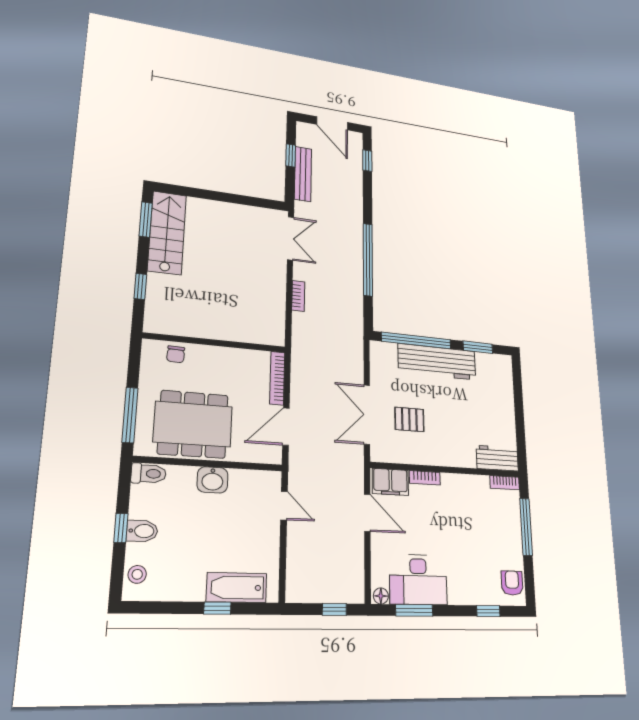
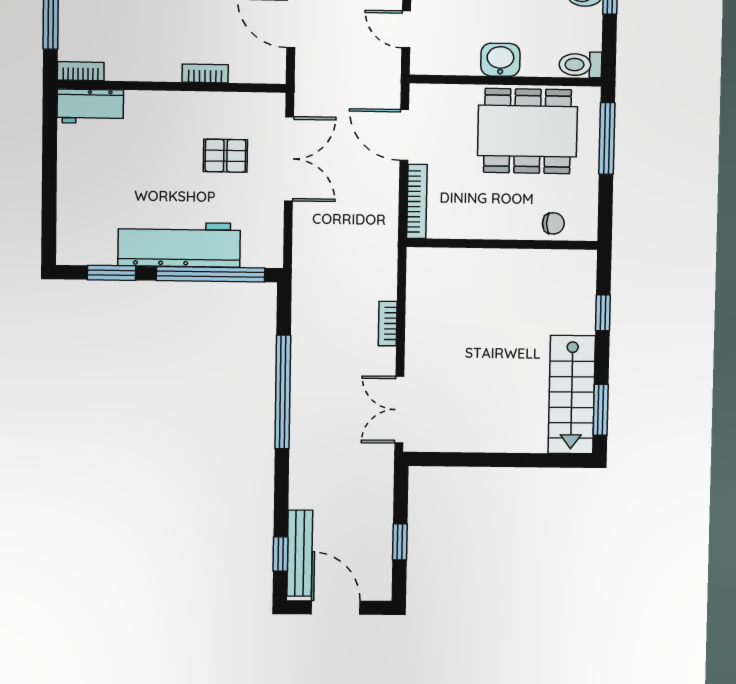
bench: (303, 174) -> (300, 553), moved
chair: (176, 354) -> (553, 223), turned 88
door: (286, 427) -> (404, 135), swing flipped
filing cabinet: (390, 482) -> (257, 66), removed

